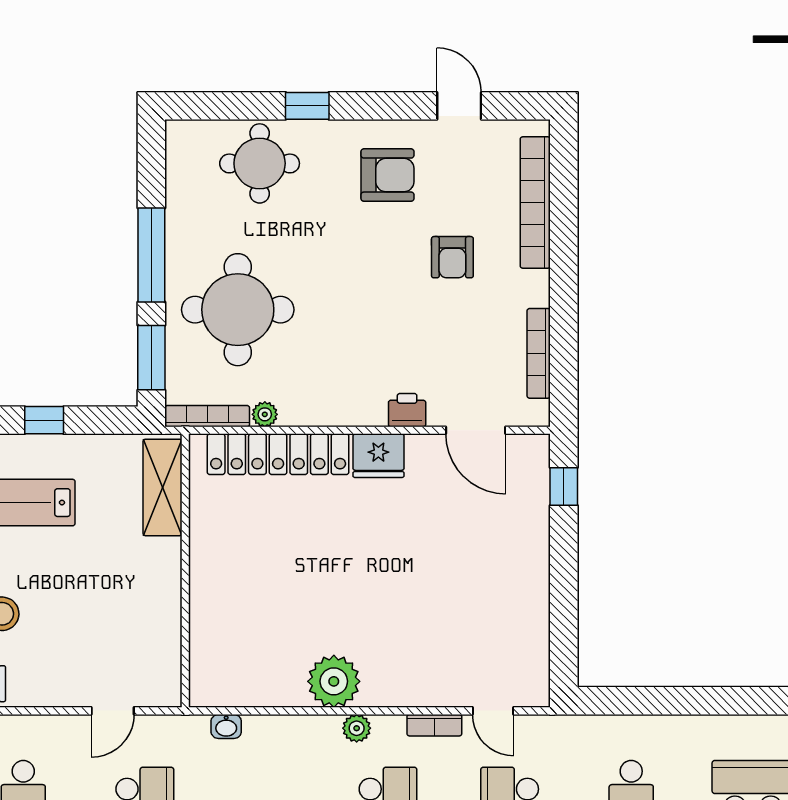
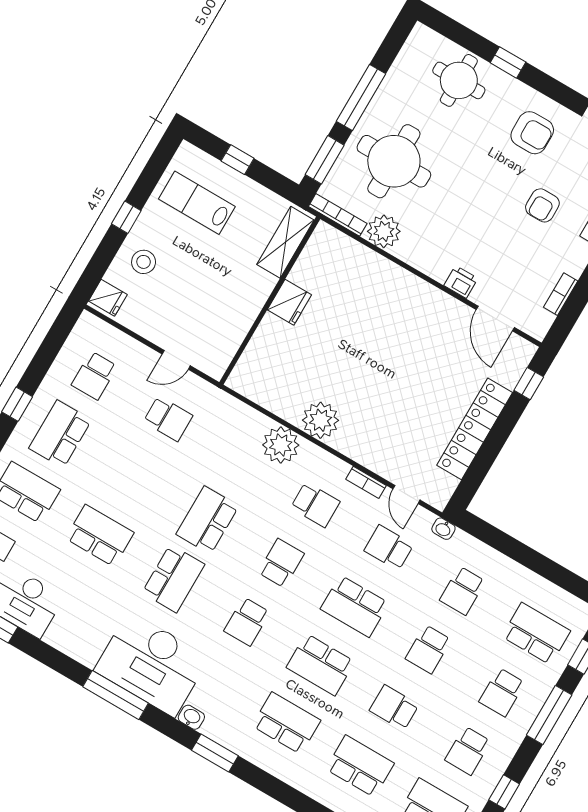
bookcase: (539, 353) -> (561, 294), width x0.64
plant: (265, 414) -> (384, 231), width x1.88, depth x1.88
locker: (278, 454) -> (475, 429), moved, turned 90
fridge: (378, 456) -> (289, 302), moved, turned -90
washbasin: (226, 726) -> (443, 529), moved
plant: (357, 728) -> (281, 445), moved, width x1.88, depth x1.88

